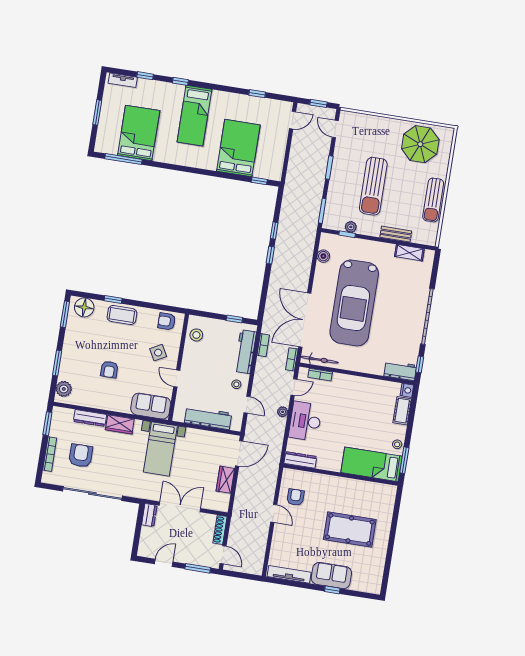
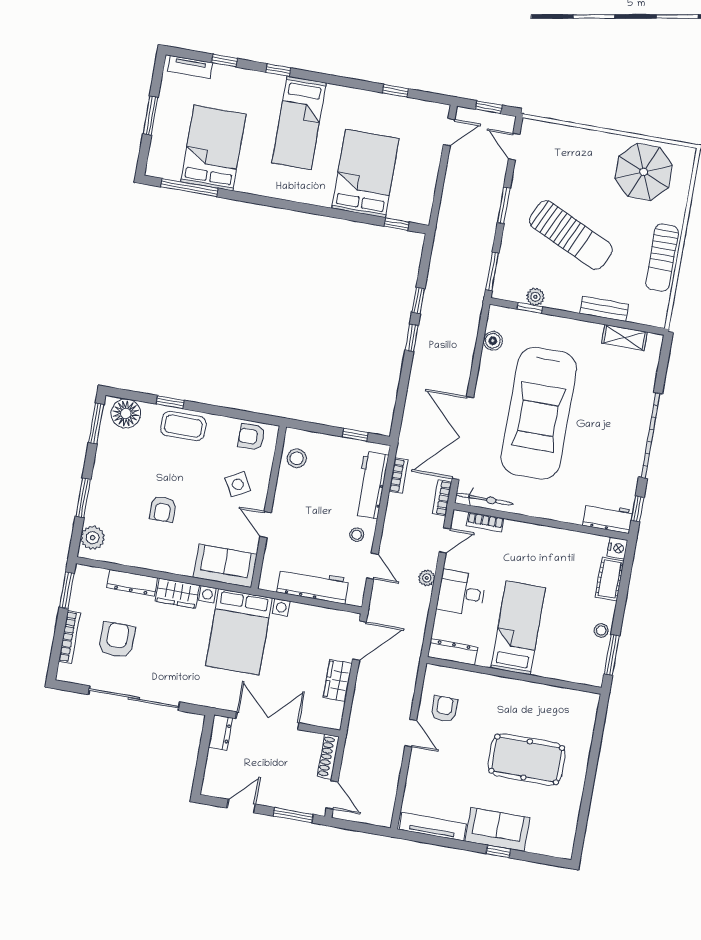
sun lounger: (373, 186) -> (571, 235), turned -65
desk: (305, 421) -> (461, 593), width x0.73
bed with nightstands: (160, 449) -> (239, 632), width x1.36
bed: (372, 464) -> (518, 628), moved, turned 90

